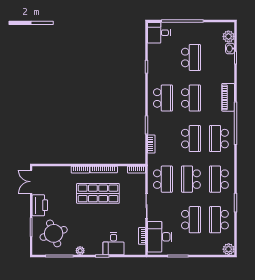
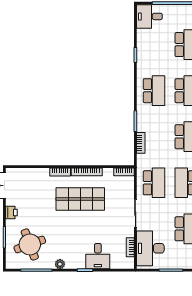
printer: (40, 205) -> (11, 212), width x0.53, depth x0.68

